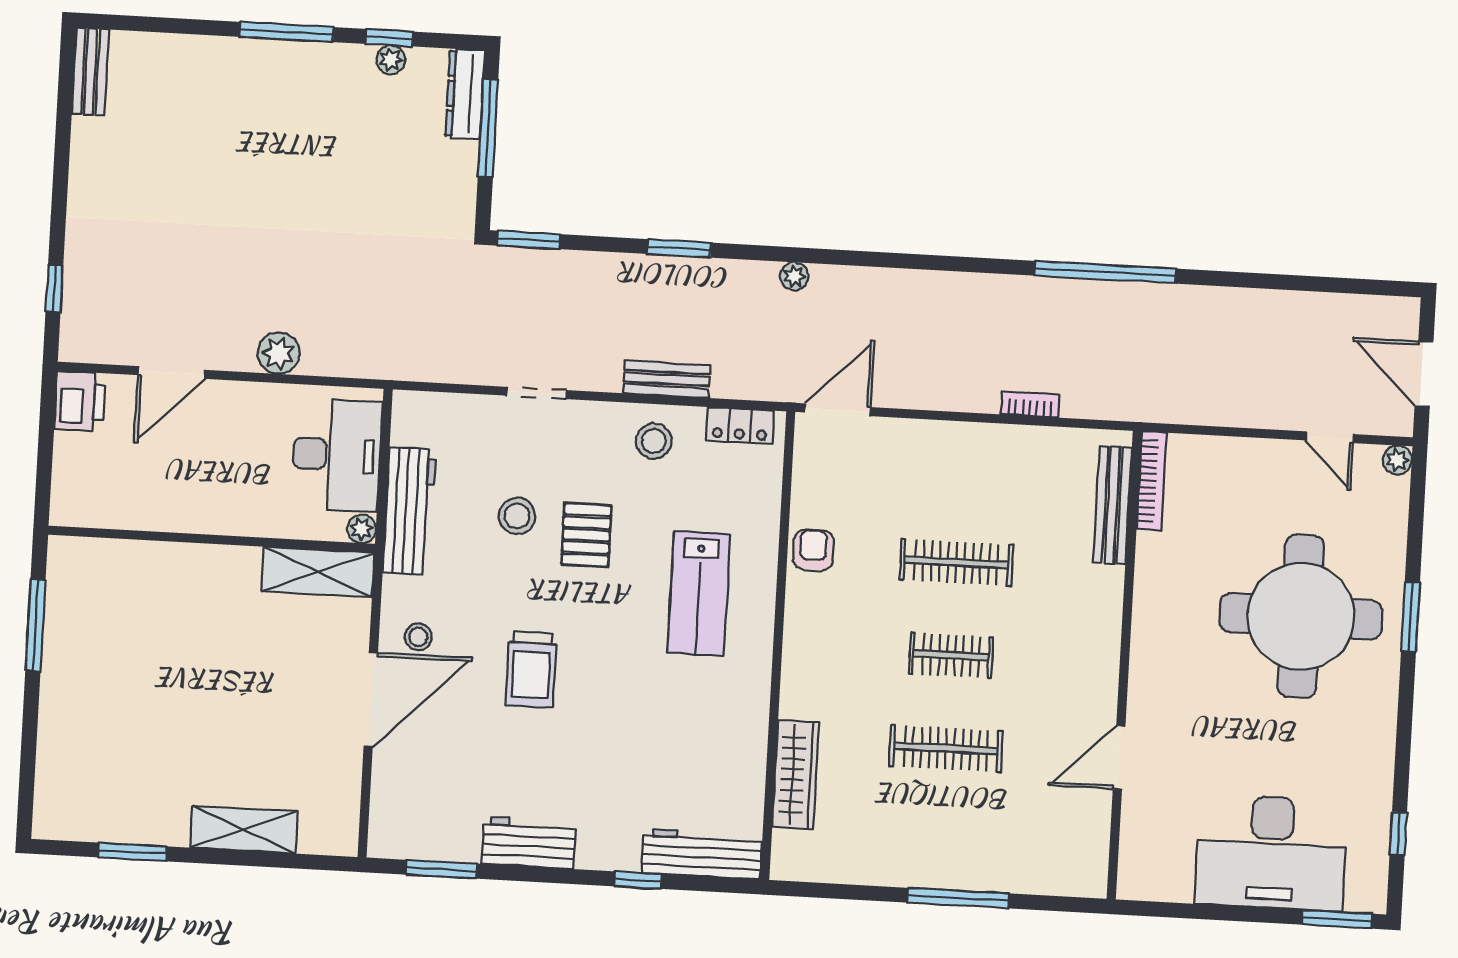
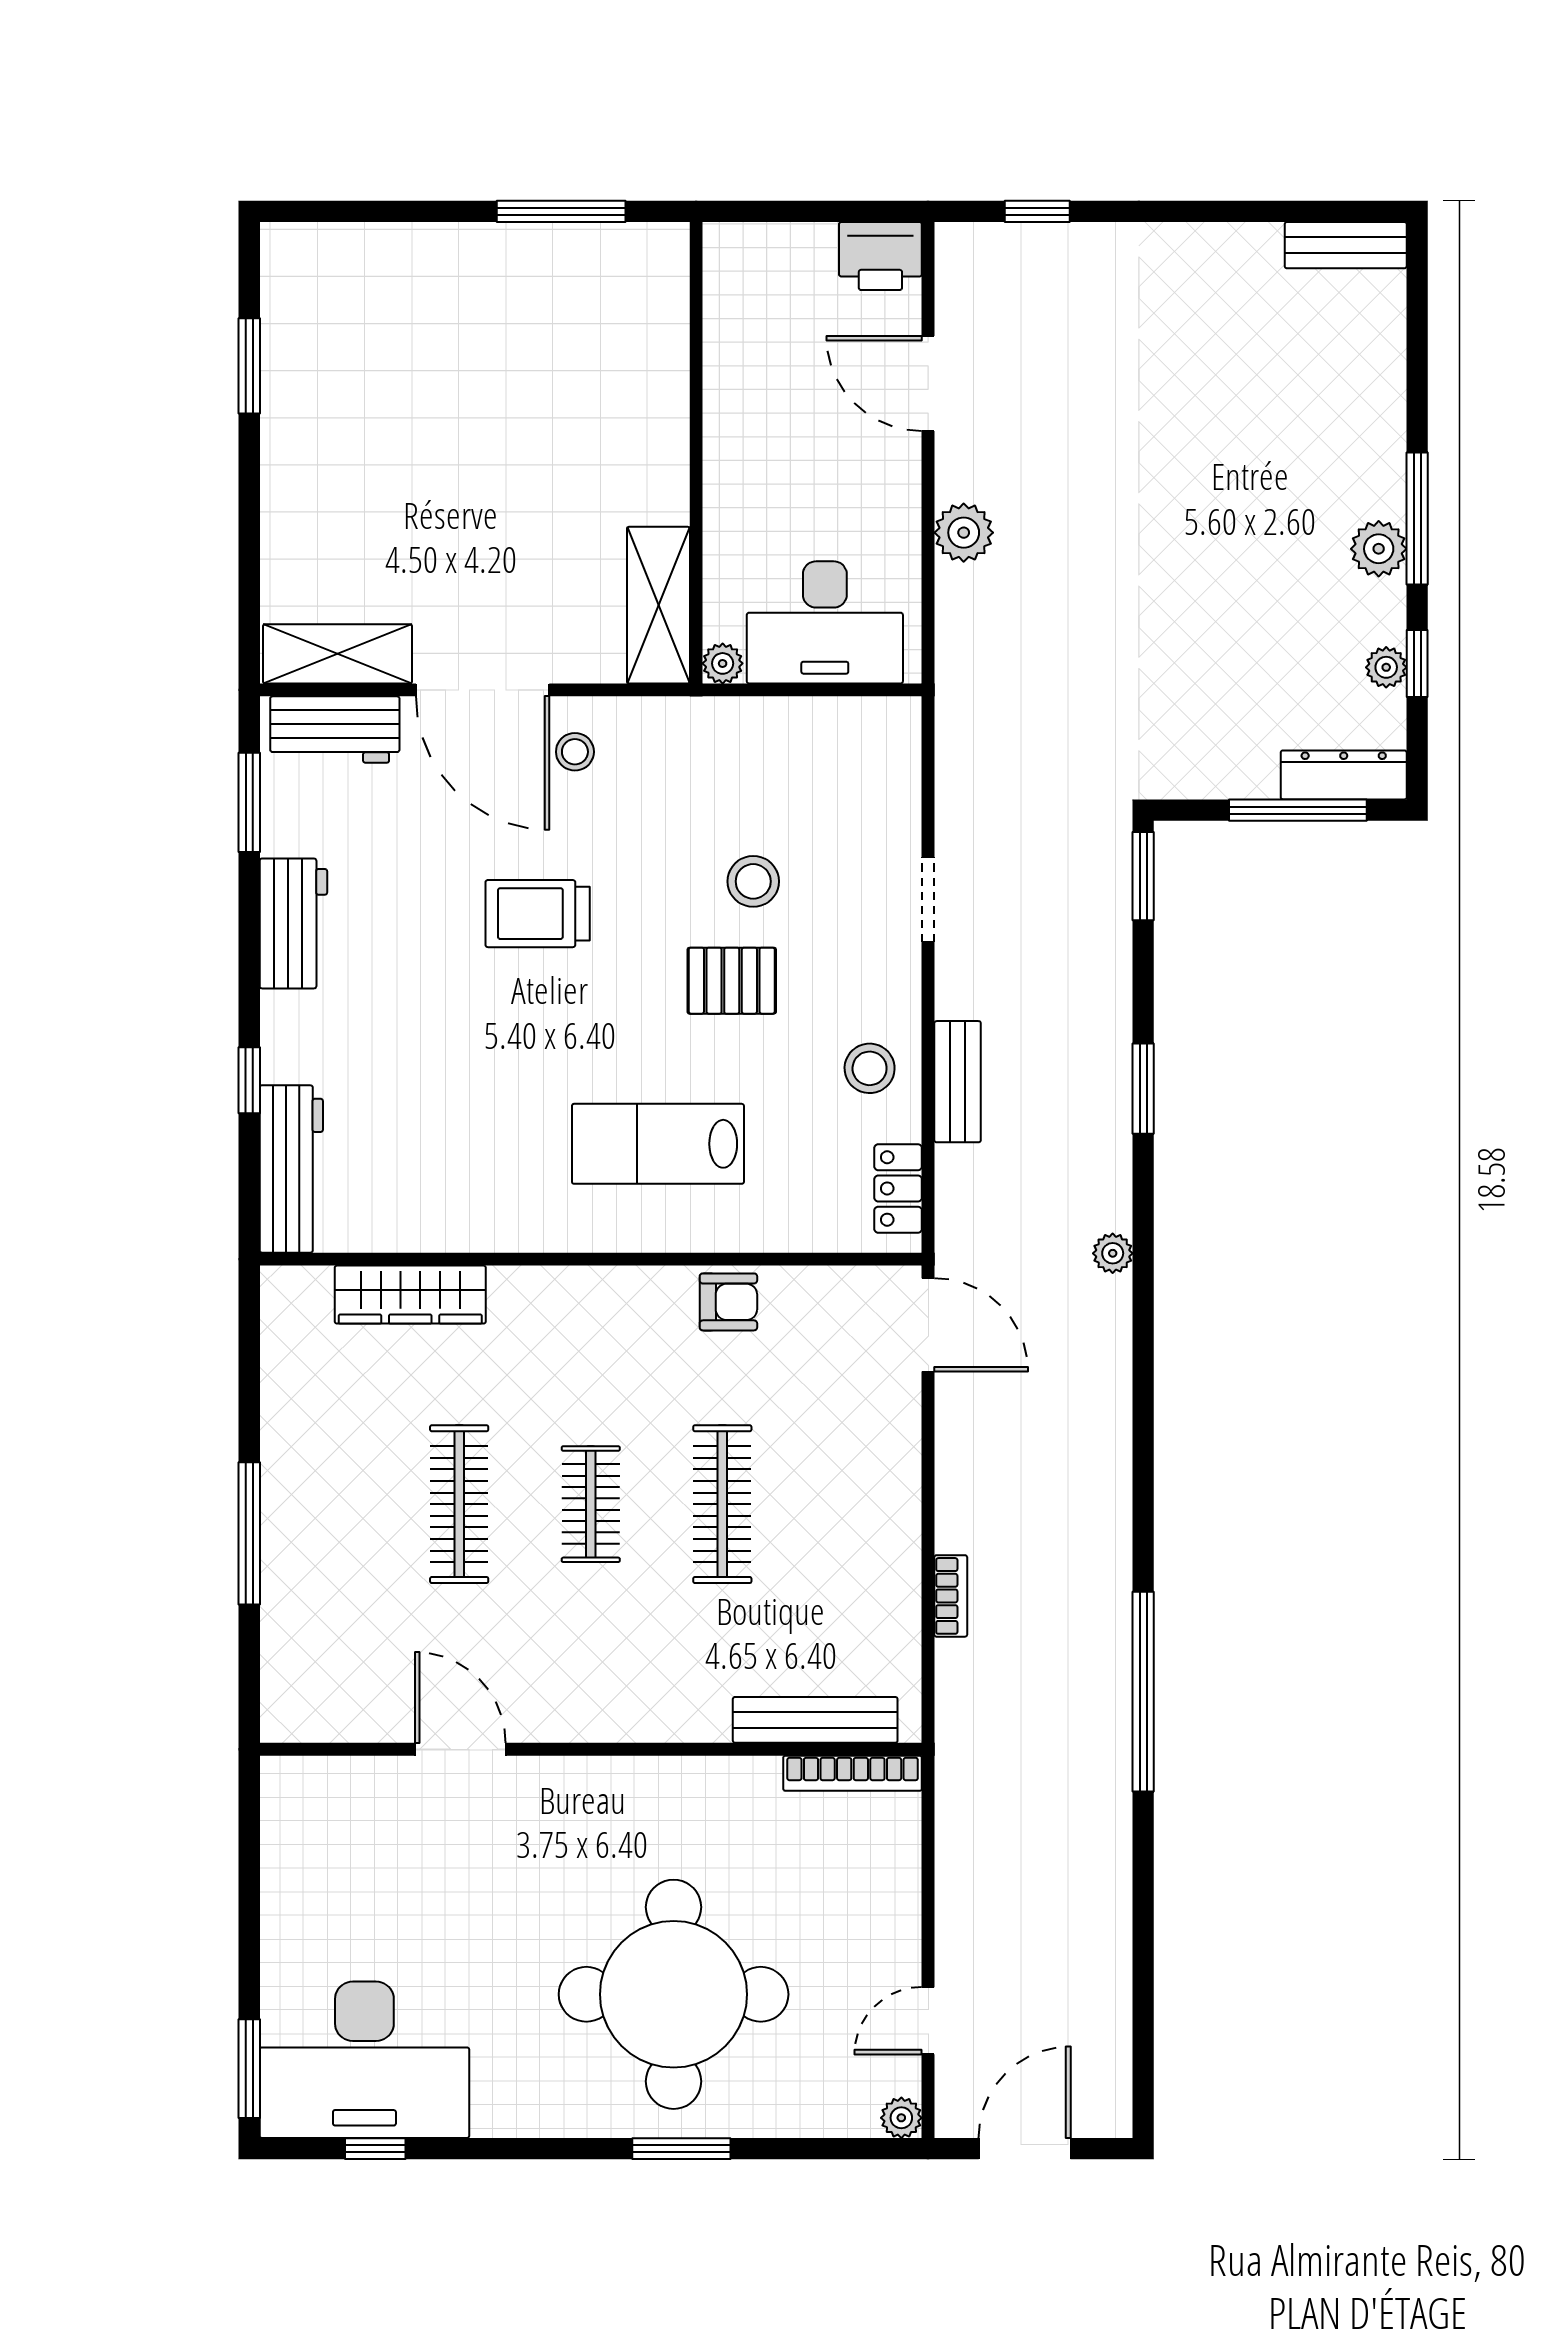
plant: (306, 60) -> (1379, 549), added
workbench: (409, 511) -> (335, 730), moved, width x0.73
shelving: (244, 830) -> (338, 654), moved, turned 90
desk: (1271, 853) -> (364, 2060), moved, turned -90

